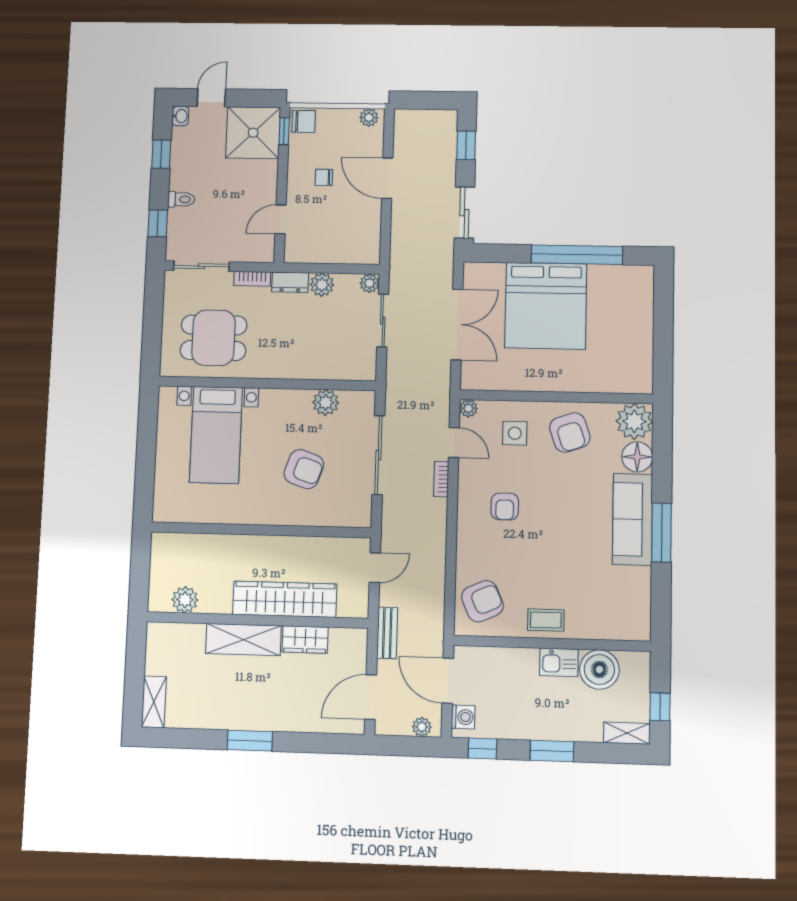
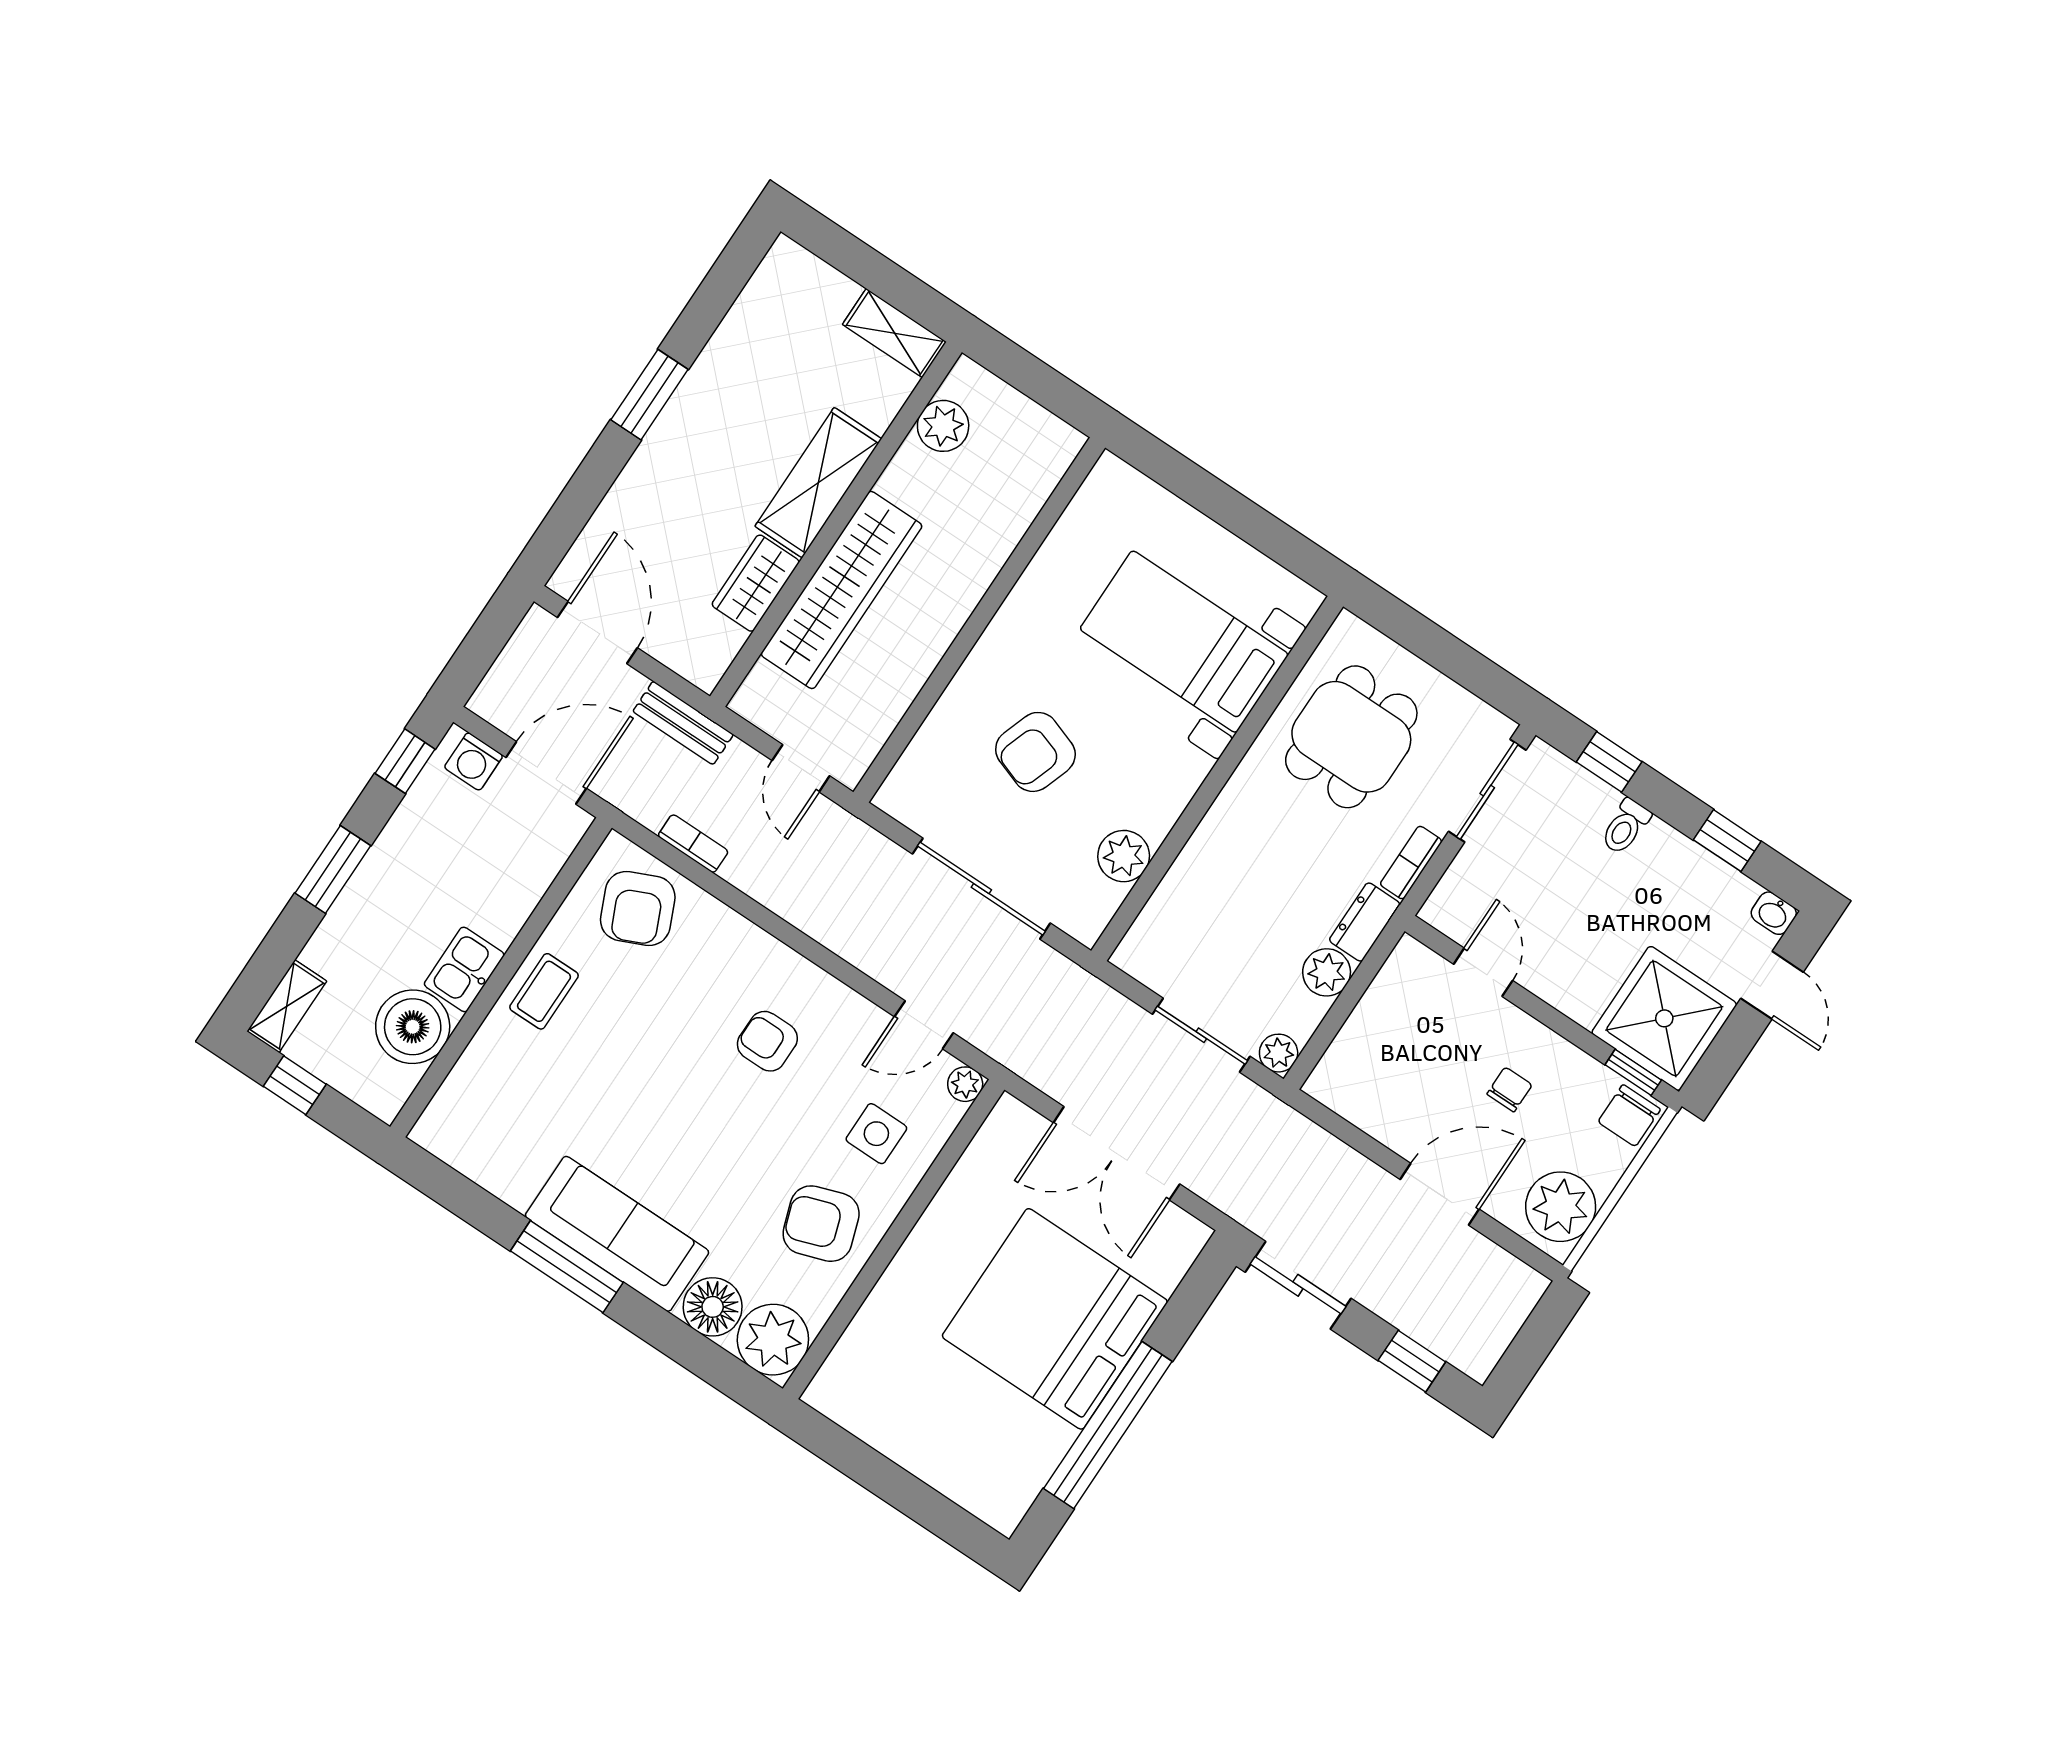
plant: (369, 117) -> (1561, 1207), width x1.88, depth x1.88
bookcase: (441, 479) -> (693, 844), moved
shelving: (154, 702) -> (894, 333), moved
plant: (422, 727) -> (499, 685), removed

